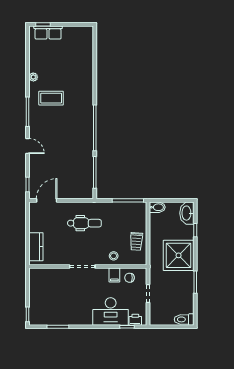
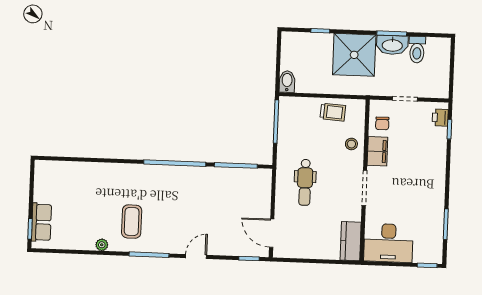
washbasin: (187, 213) -> (392, 45), moved
dental chair: (84, 223) -> (305, 182), turned 180
kitchen counter: (36, 247) -> (351, 241), moved, turned -90
filing cabinet: (114, 275) -> (377, 151), width x2.00
desk: (111, 311) -> (388, 243), moved, turned 90
toilet: (184, 319) -> (417, 50), moved

